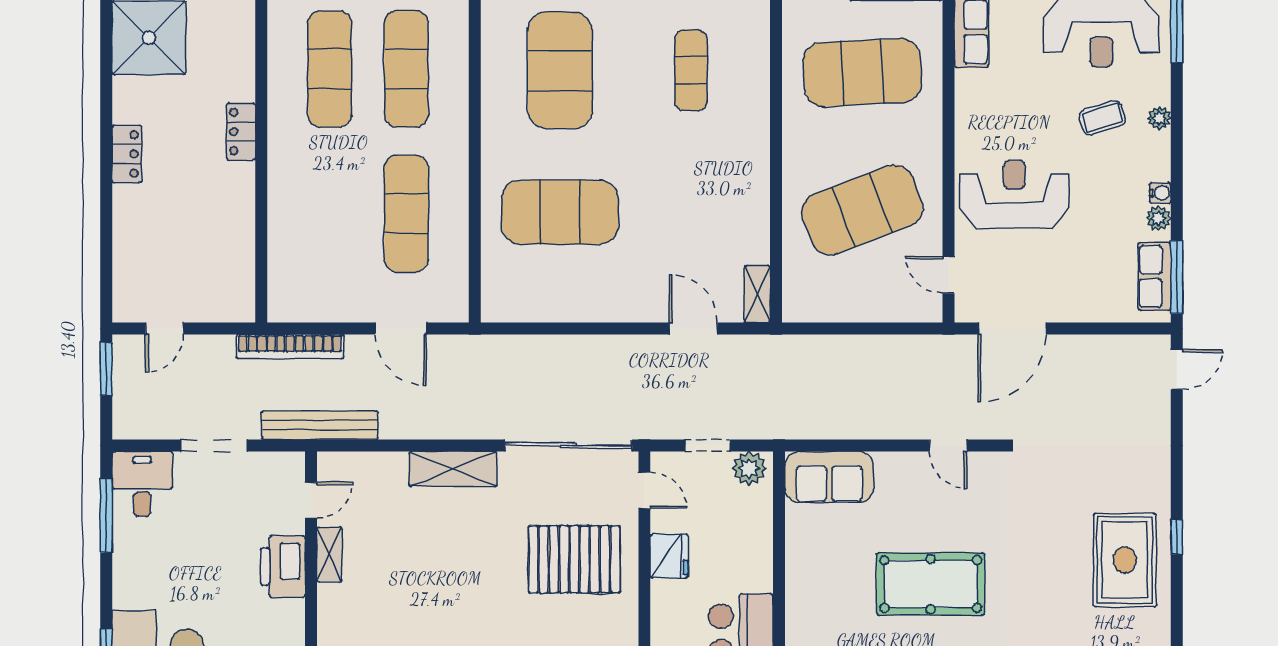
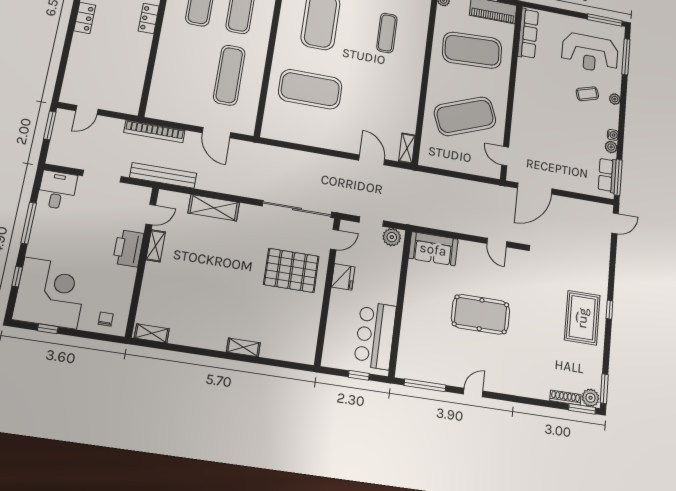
reception desk: (1014, 194) -> (541, 123), removed
shelving: (453, 469) -> (214, 208), moved
door: (644, 490) -> (334, 240), hinge flipped
window: (106, 516) -> (29, 223), moved

